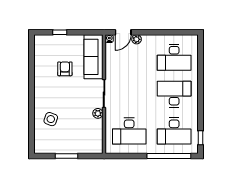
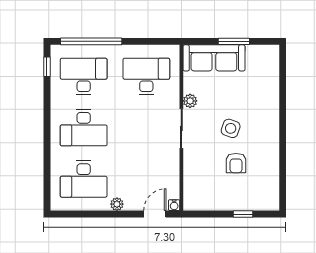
plant: (137, 39) -> (117, 204), moved
sofa: (93, 57) -> (214, 58), moved, turned 90
desk: (174, 57) -> (84, 179), turned 180
side table: (51, 119) -> (231, 128), moved

